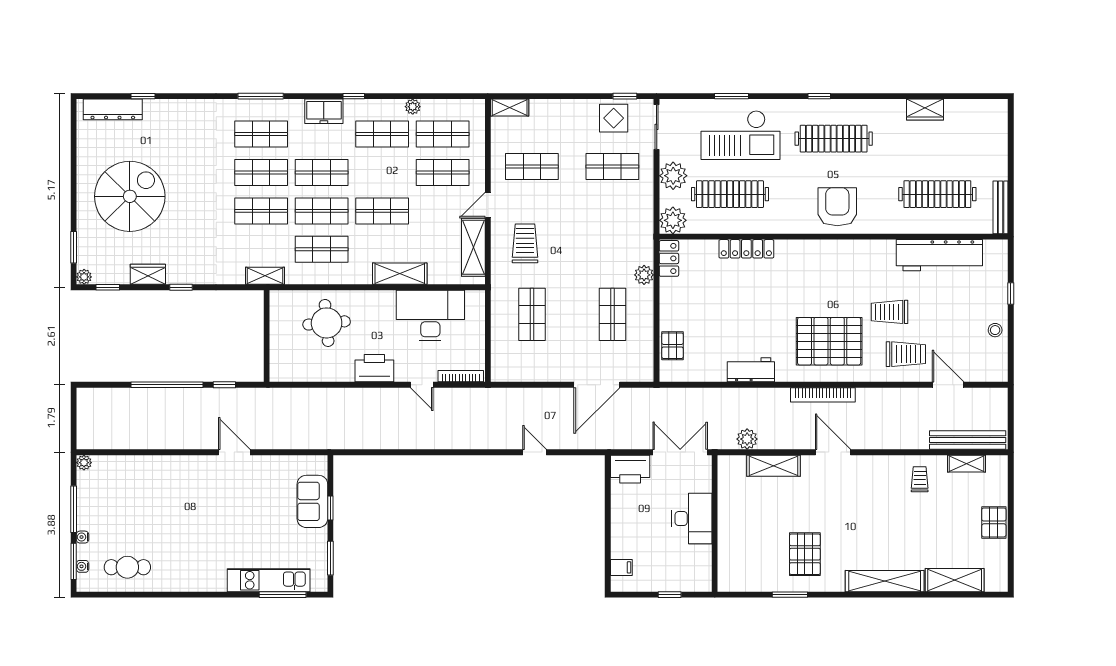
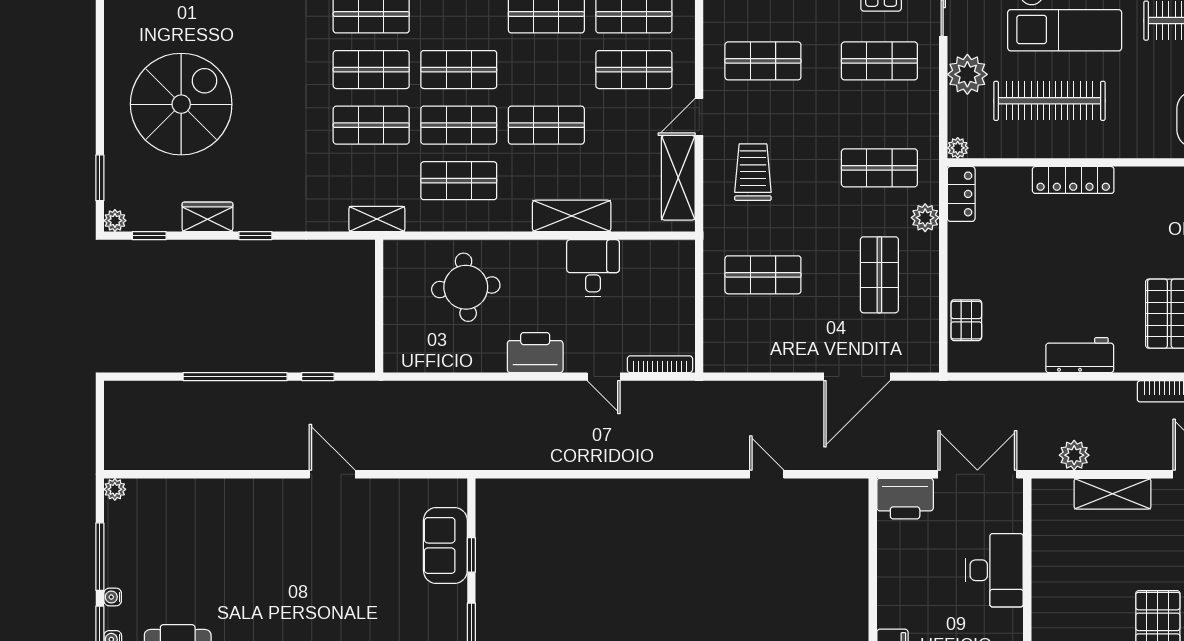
plant: (673, 220) -> (958, 148), width x0.53, depth x0.53
shop shelf: (612, 240) -> (879, 168), added
shop shelf: (532, 314) -> (763, 275), turned 90
desk: (430, 316) -> (593, 268), width x0.53, depth x0.77

